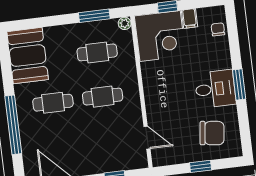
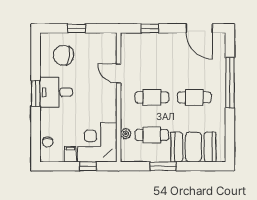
window: (94, 16) -> (163, 166), moved
plant: (125, 23) -> (126, 134), moved
booth: (28, 56) -> (193, 147), moved, turned 90
door: (147, 138) -> (119, 74), moved

